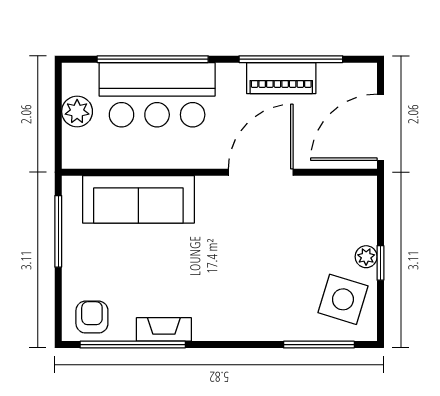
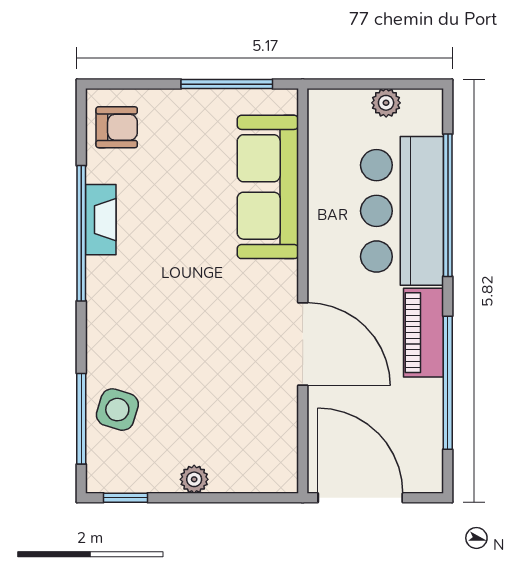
piano: (281, 78) -> (424, 333), moved
plant: (77, 111) -> (386, 103), width x0.73, depth x0.73
window: (380, 263) -> (125, 498), moved
side table: (343, 299) -> (117, 410), moved, width x0.73, depth x0.73
window: (133, 345) -> (81, 233), moved

